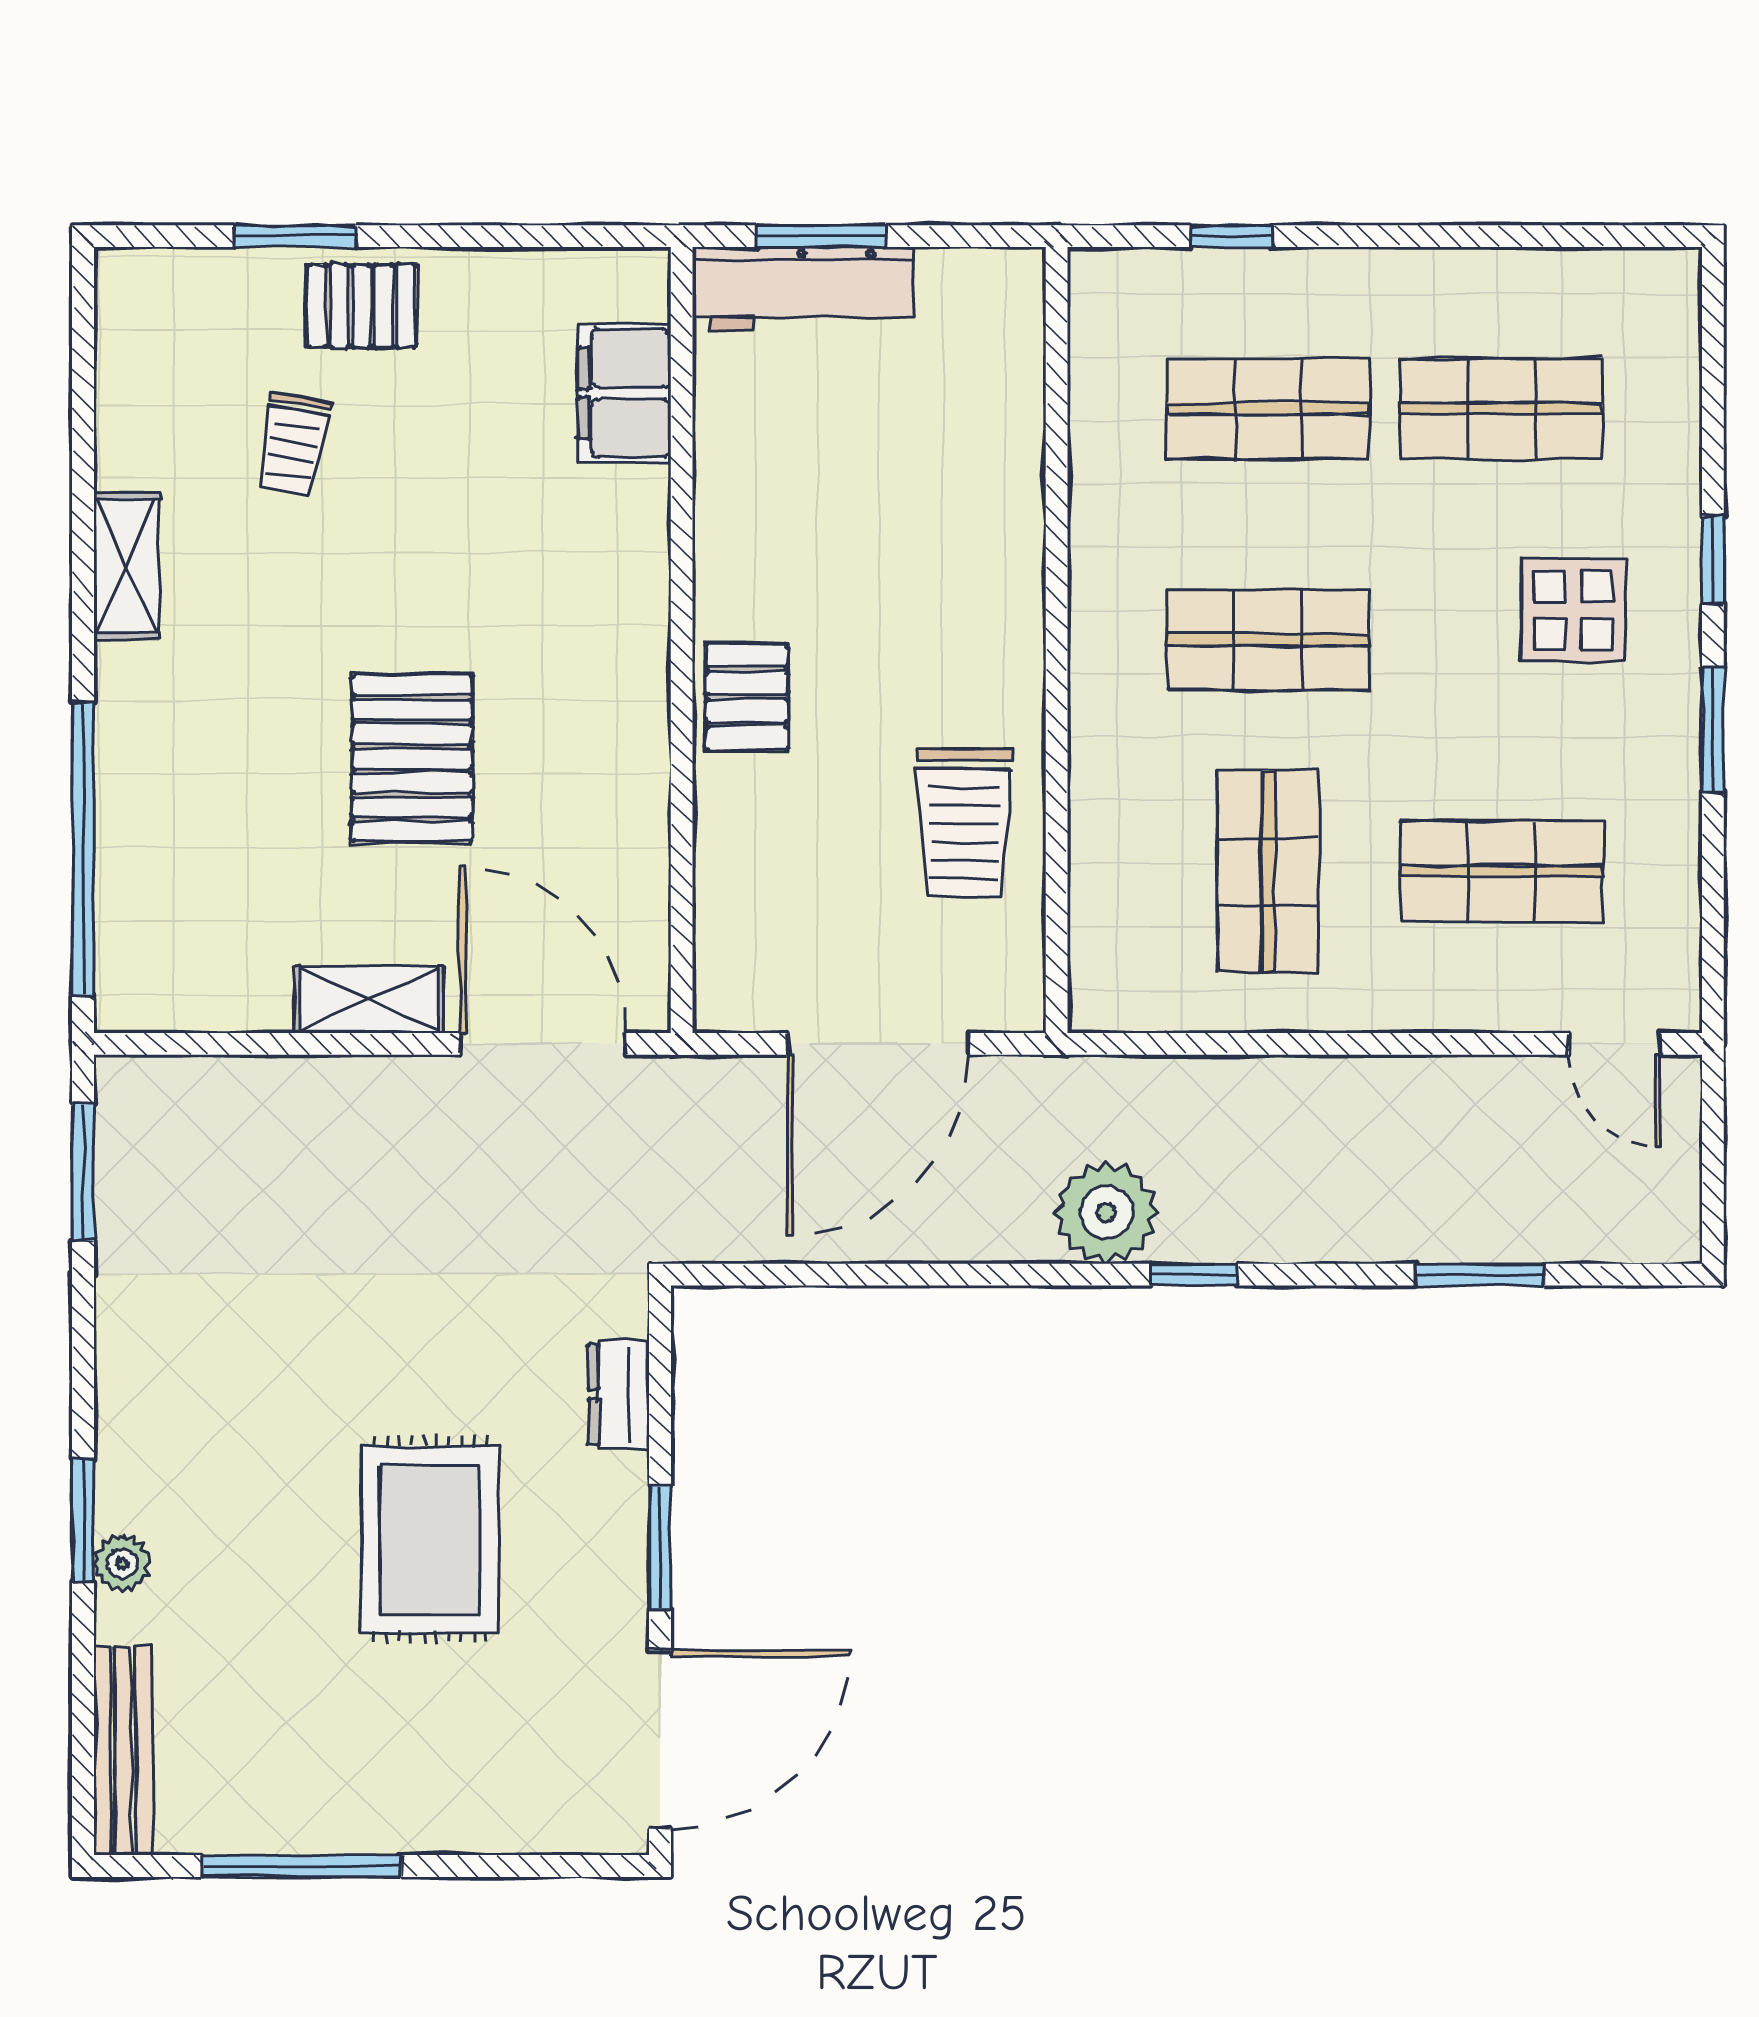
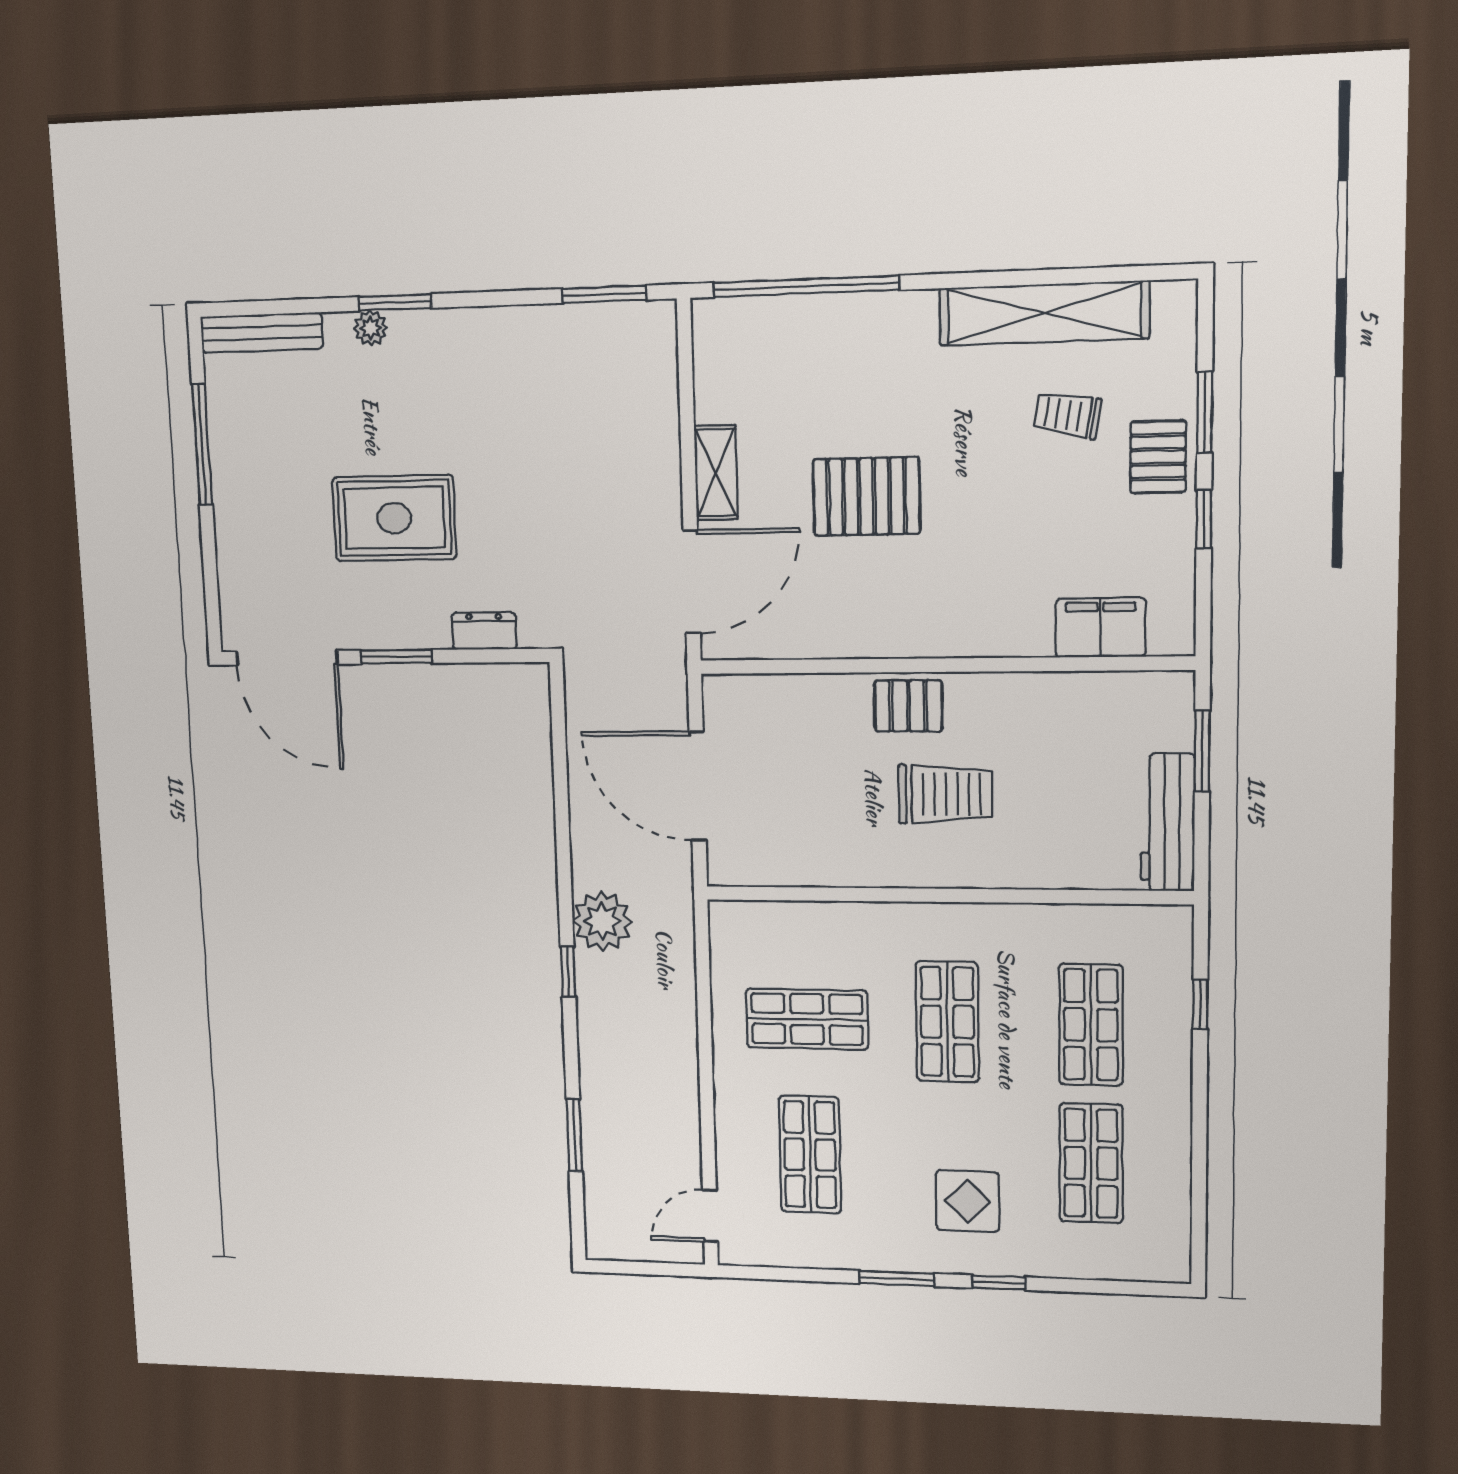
window: (458, 236) -> (1204, 519), added
workbench: (803, 289) -> (1168, 822), moved
shelving: (127, 567) -> (1044, 313), width x2.20, depth x1.33
trolley: (964, 823) -> (945, 794), moved, turned 180

